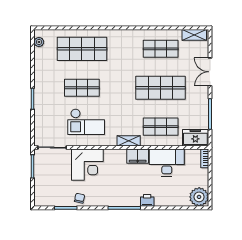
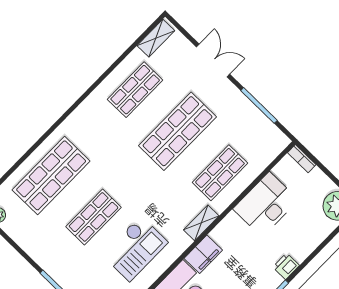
double door: (210, 72) -> (213, 60), swing flipped
freezer: (195, 138) -> (269, 147), removed
filing cabinet: (138, 156) -> (203, 254), moved

